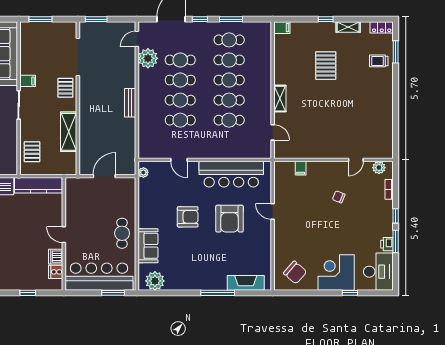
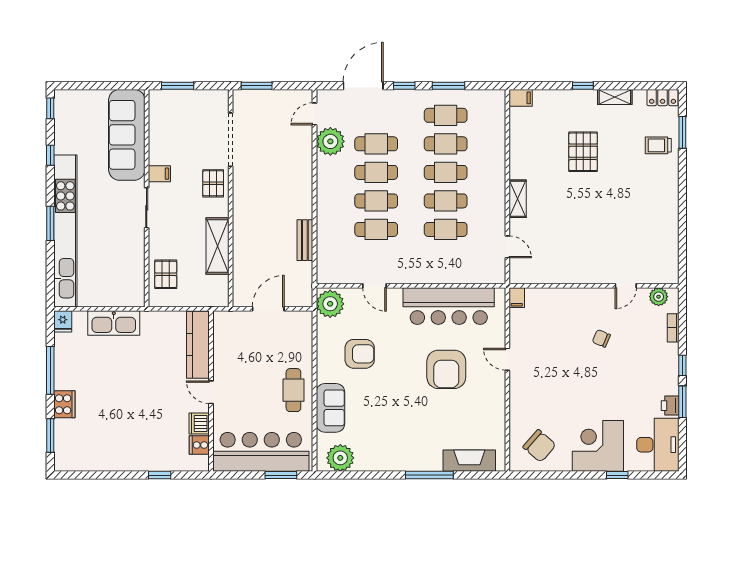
bench: (130, 103) -> (305, 240), moved
filing cabinet: (301, 168) -> (517, 298), moved
plant: (143, 172) -> (330, 304), width x1.87, depth x1.87
kitchen counter: (38, 185) -> (198, 345), moved, turned 90
armchair: (188, 217) -> (360, 354), moved

